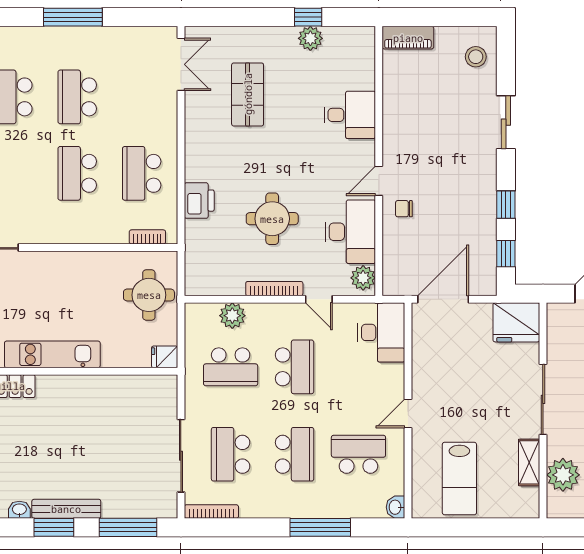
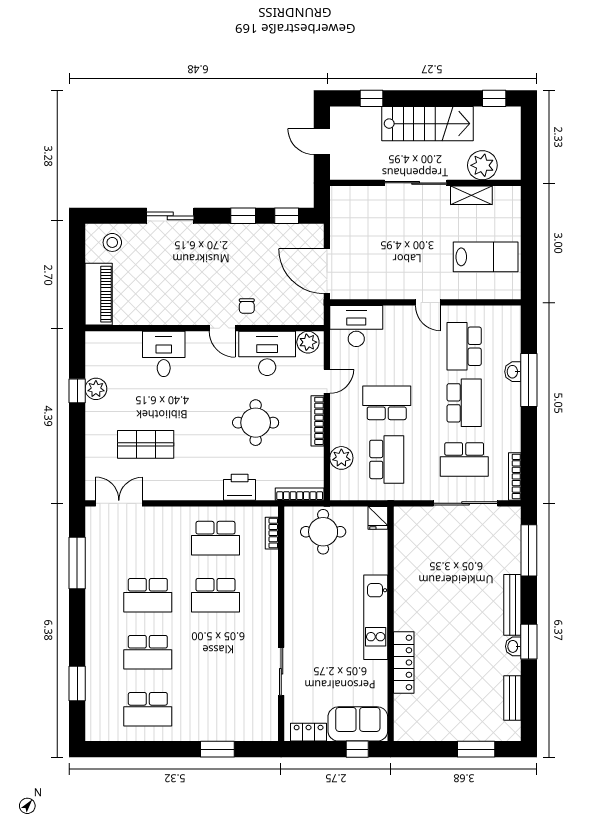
window: (73, 17) -> (77, 563), moved
piano: (408, 38) -> (99, 294), width x1.37, depth x1.33
bookcase: (191, 269) -> (300, 494), added
fridge: (516, 322) -> (347, 207), removed
school desk: (295, 454) -> (464, 403), turned 90
washbasin: (396, 507) -> (513, 372), moved, turned 90
window: (54, 527) -> (529, 642), moved

